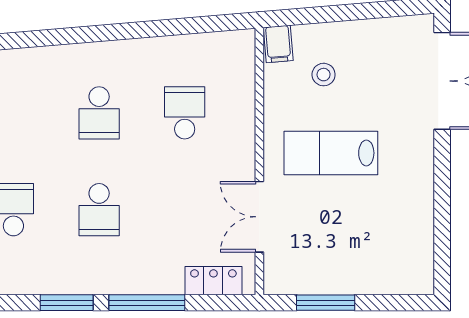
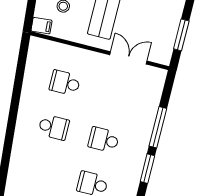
school desk: (99, 210) -> (104, 140), turned 180
double door: (259, 217) -> (128, 58), swing flipped
locker: (213, 281) -> (155, 90), removed

